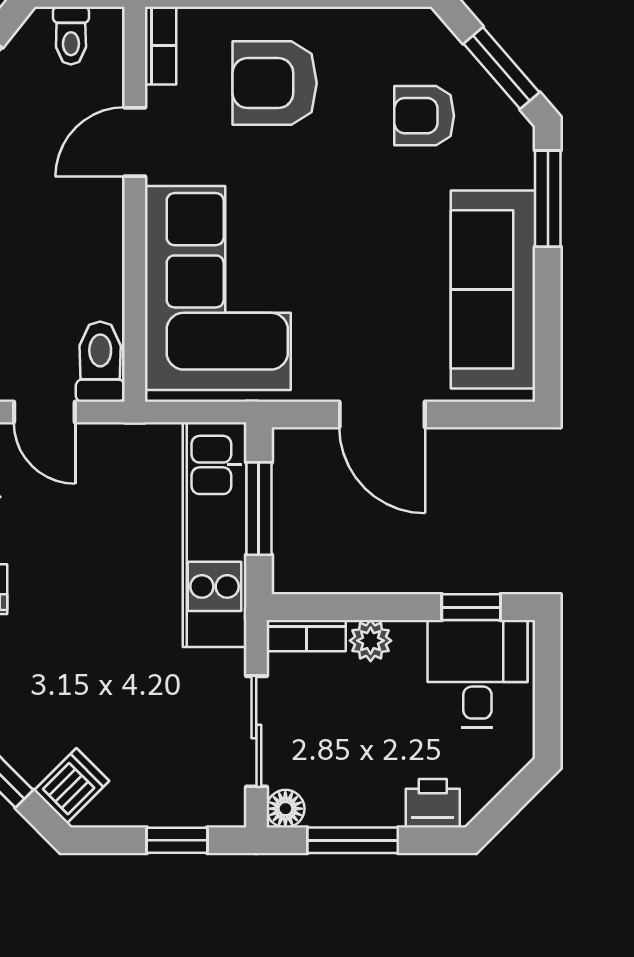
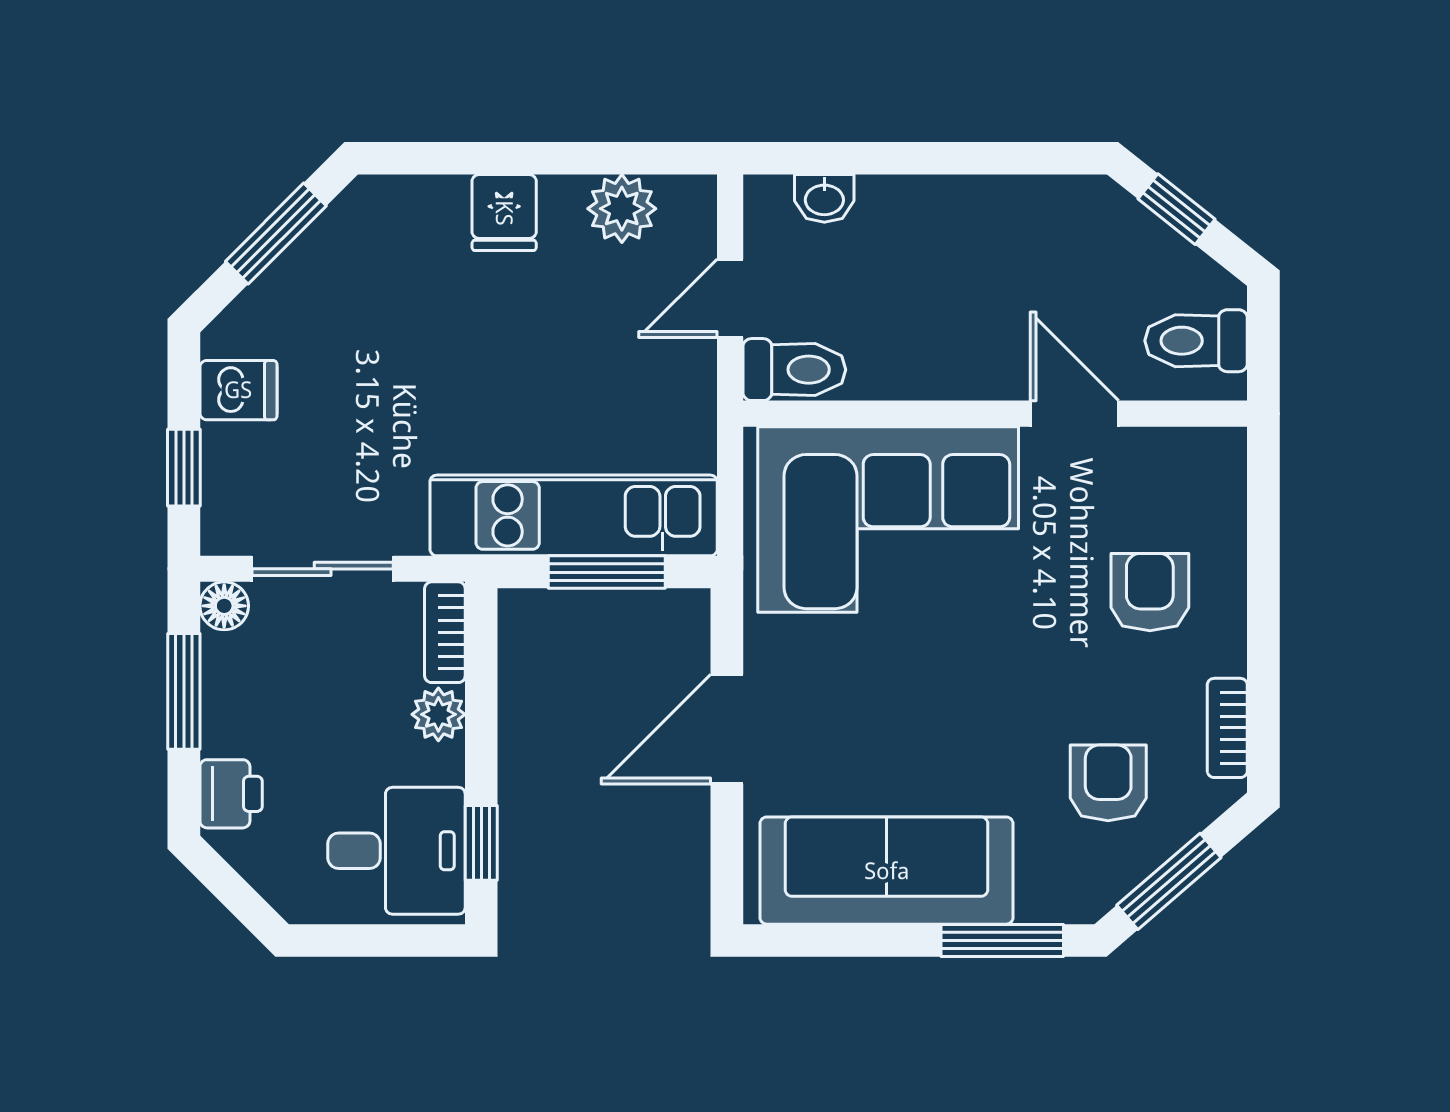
toilet: (71, 36) -> (1196, 341), width x1.37, depth x1.39
bookcase: (161, 46) -> (1227, 728), moved, turned 90
armchair: (275, 83) -> (1150, 592), width x0.72, depth x0.72
dishwasher: (72, 786) -> (238, 390), moved, turned -45

